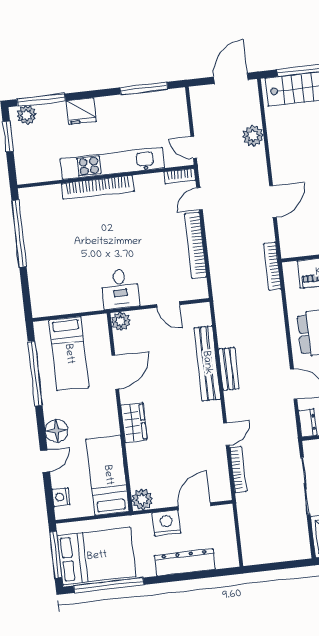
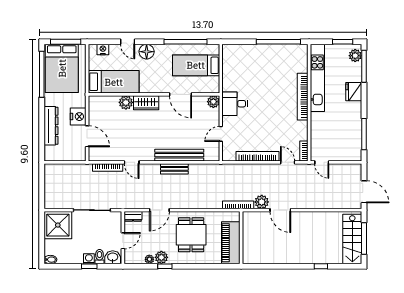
plant: (253, 136) -> (262, 202), moved
door: (194, 147) -> (322, 162), swing flipped
kitchen unit: (112, 163) -> (317, 78), moved
plant: (142, 500) -> (126, 102), moved

